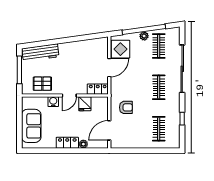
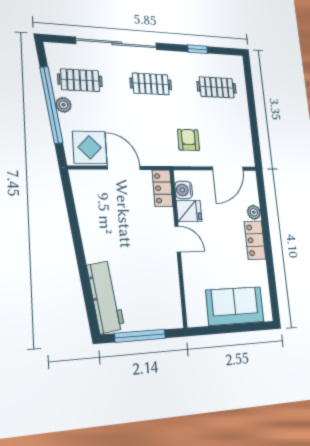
pallet: (42, 84) -> (162, 290), removed
water cooler: (53, 102) -> (184, 190), moved
door: (109, 130) -> (228, 169), hinge flipped

